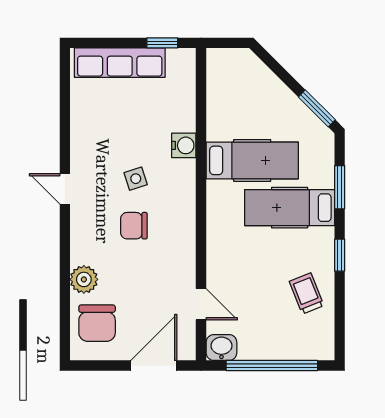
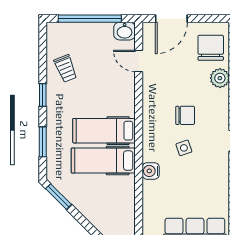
hospital bed: (290, 208) -> (104, 131), moved, turned 180

